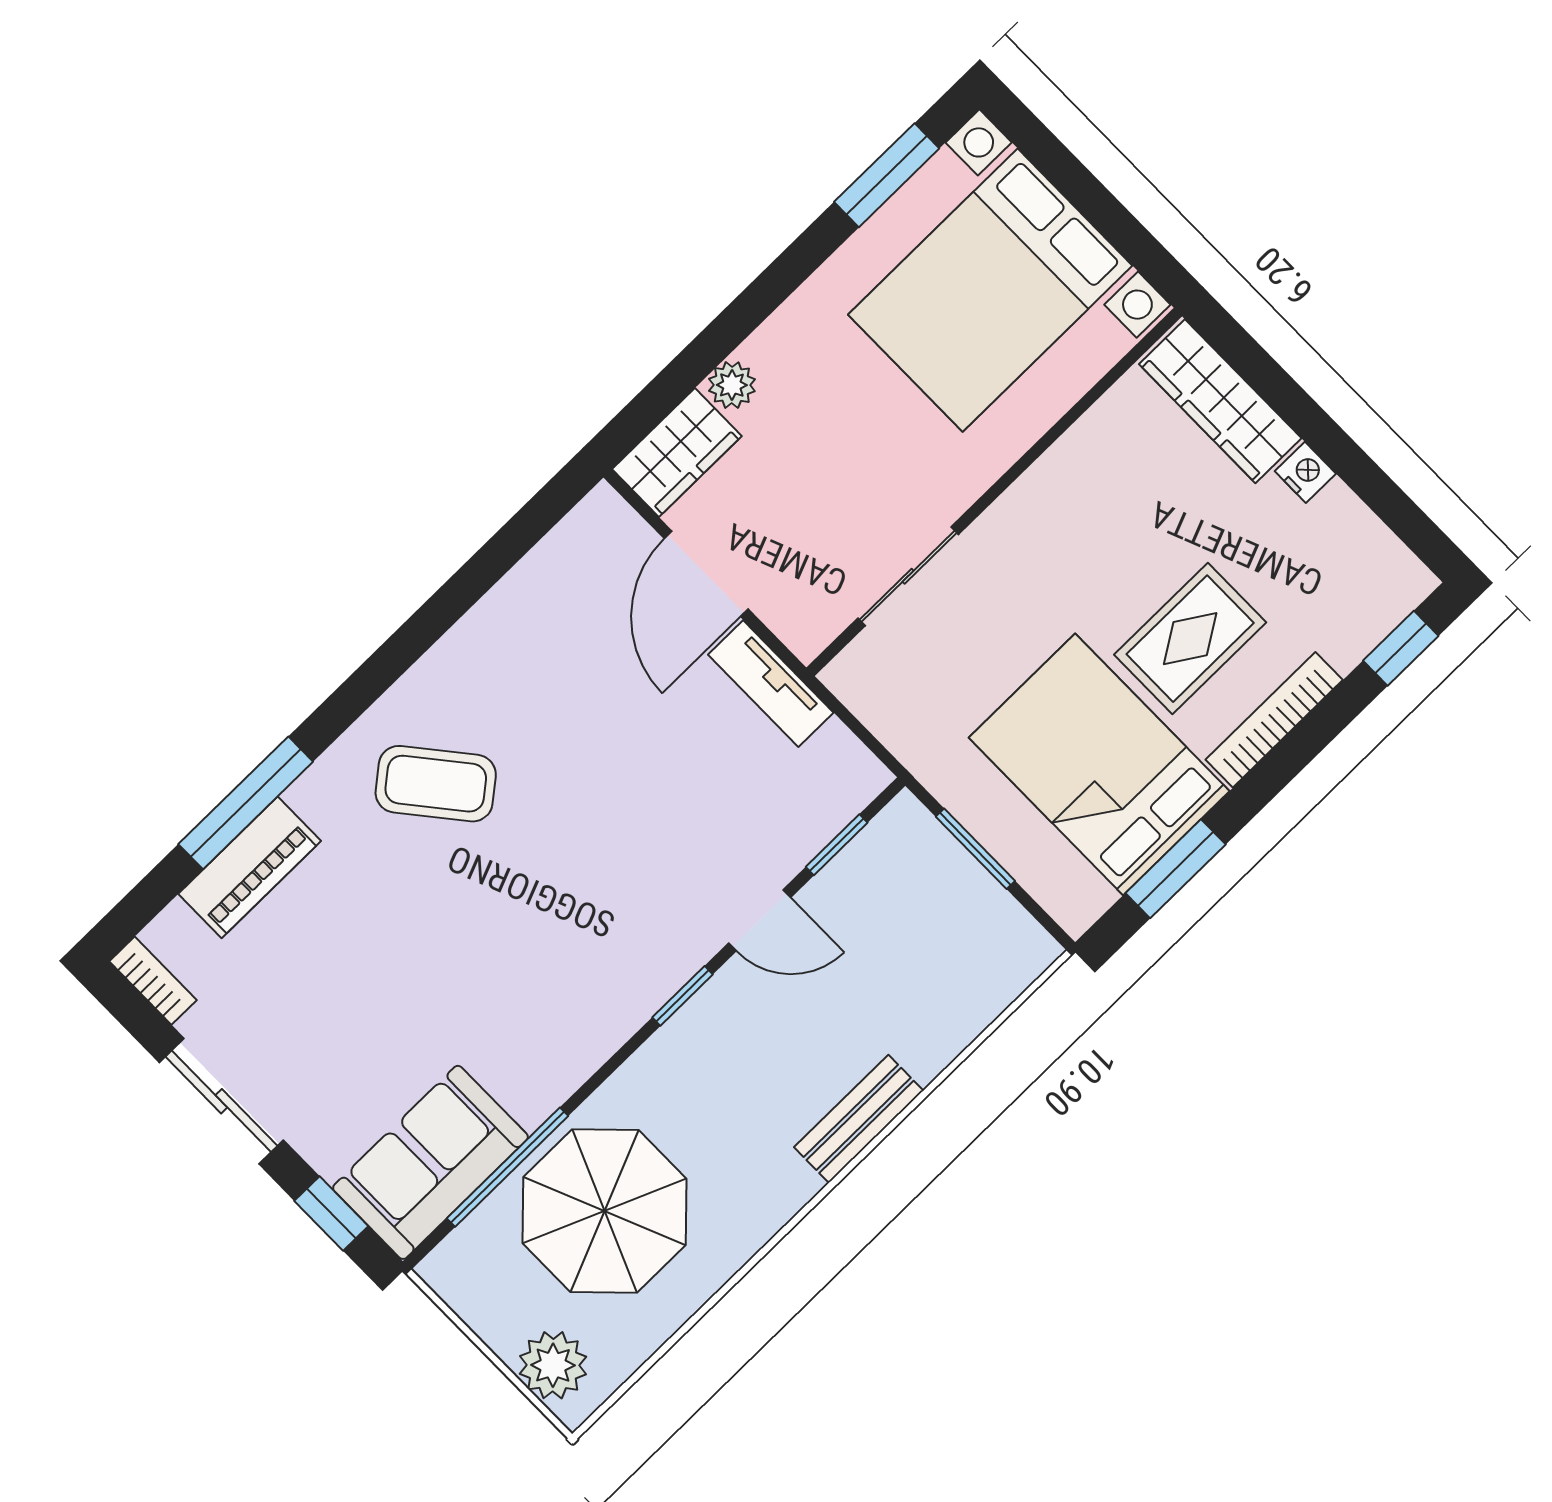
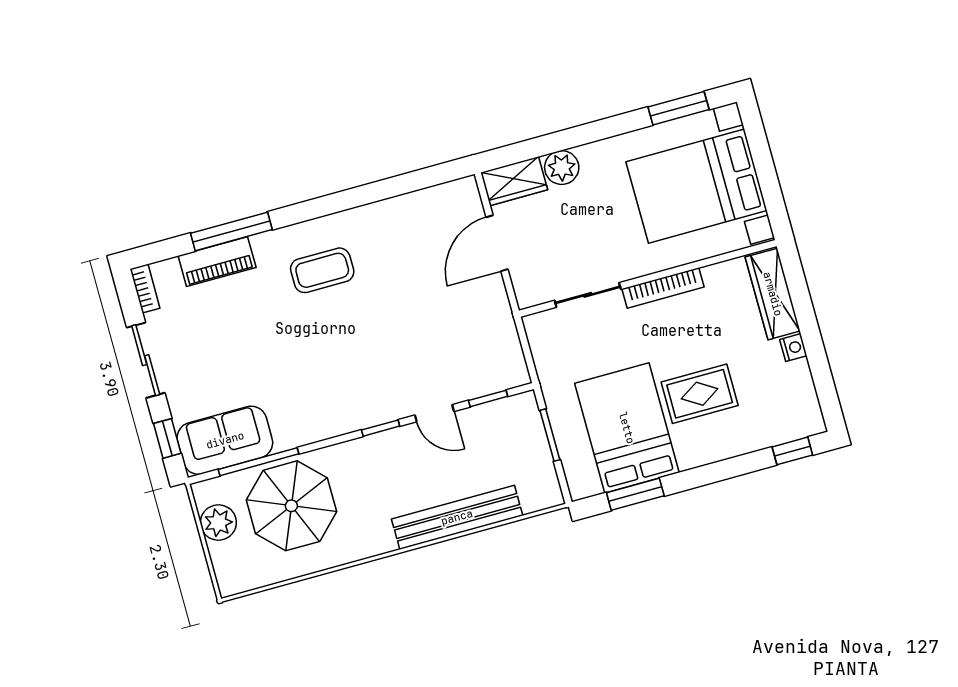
plant: (732, 385) -> (562, 168), width x1.38, depth x1.38
tv unit: (771, 684) -> (499, 309), removed
bookcase: (1274, 720) -> (663, 288), moved, turned 180
coffee table: (436, 784) -> (322, 270), turned -51
bench: (859, 1119) -> (457, 517), width x1.86, depth x1.21
plant: (553, 1365) -> (218, 523), moved

